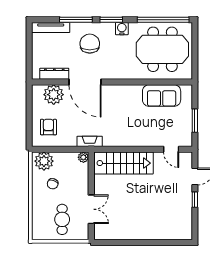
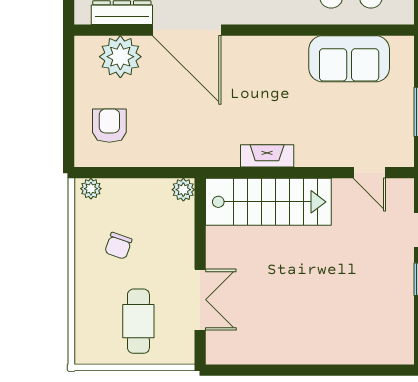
fireplace: (90, 141) -> (267, 156), moved
plant: (44, 161) -> (91, 189), width x0.53, depth x0.53

